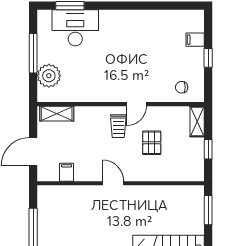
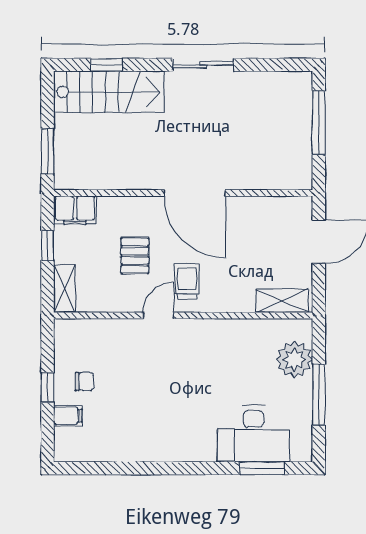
chair: (182, 87) -> (85, 381), moved
filing cabinet: (66, 172) -> (75, 210), moved, width x2.00
door: (113, 183) -> (195, 193), width x1.87

